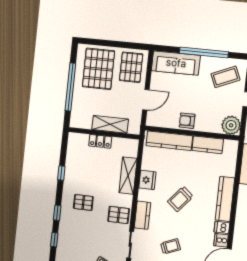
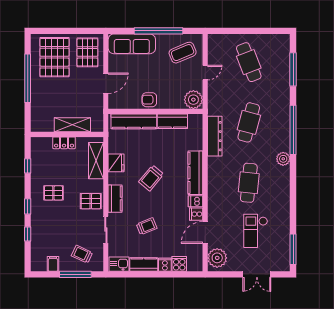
shelving: (110, 124) -> (72, 125), moved
wall: (104, 133) -> (67, 134), moved
locker: (100, 141) -> (64, 143), moved

